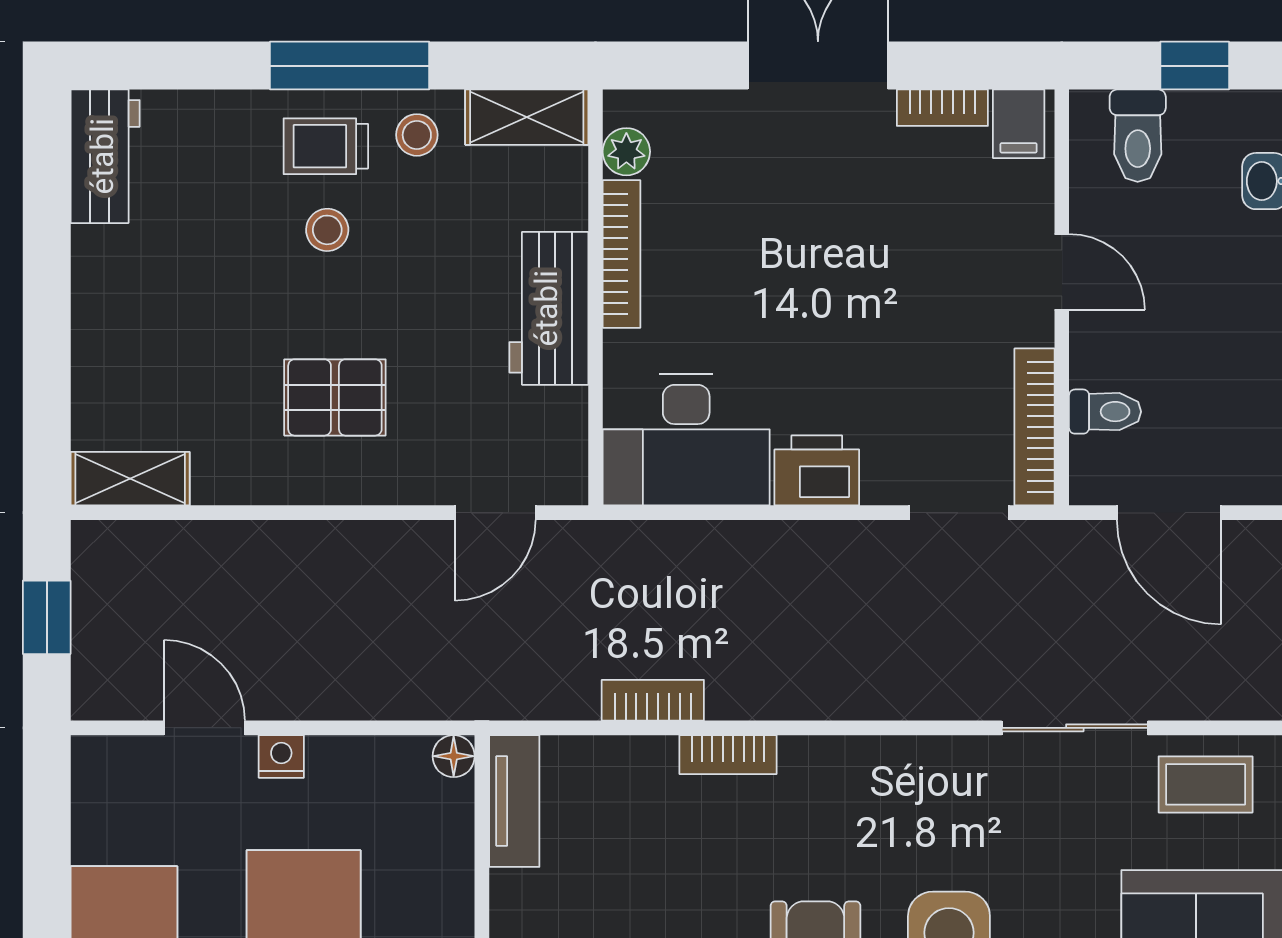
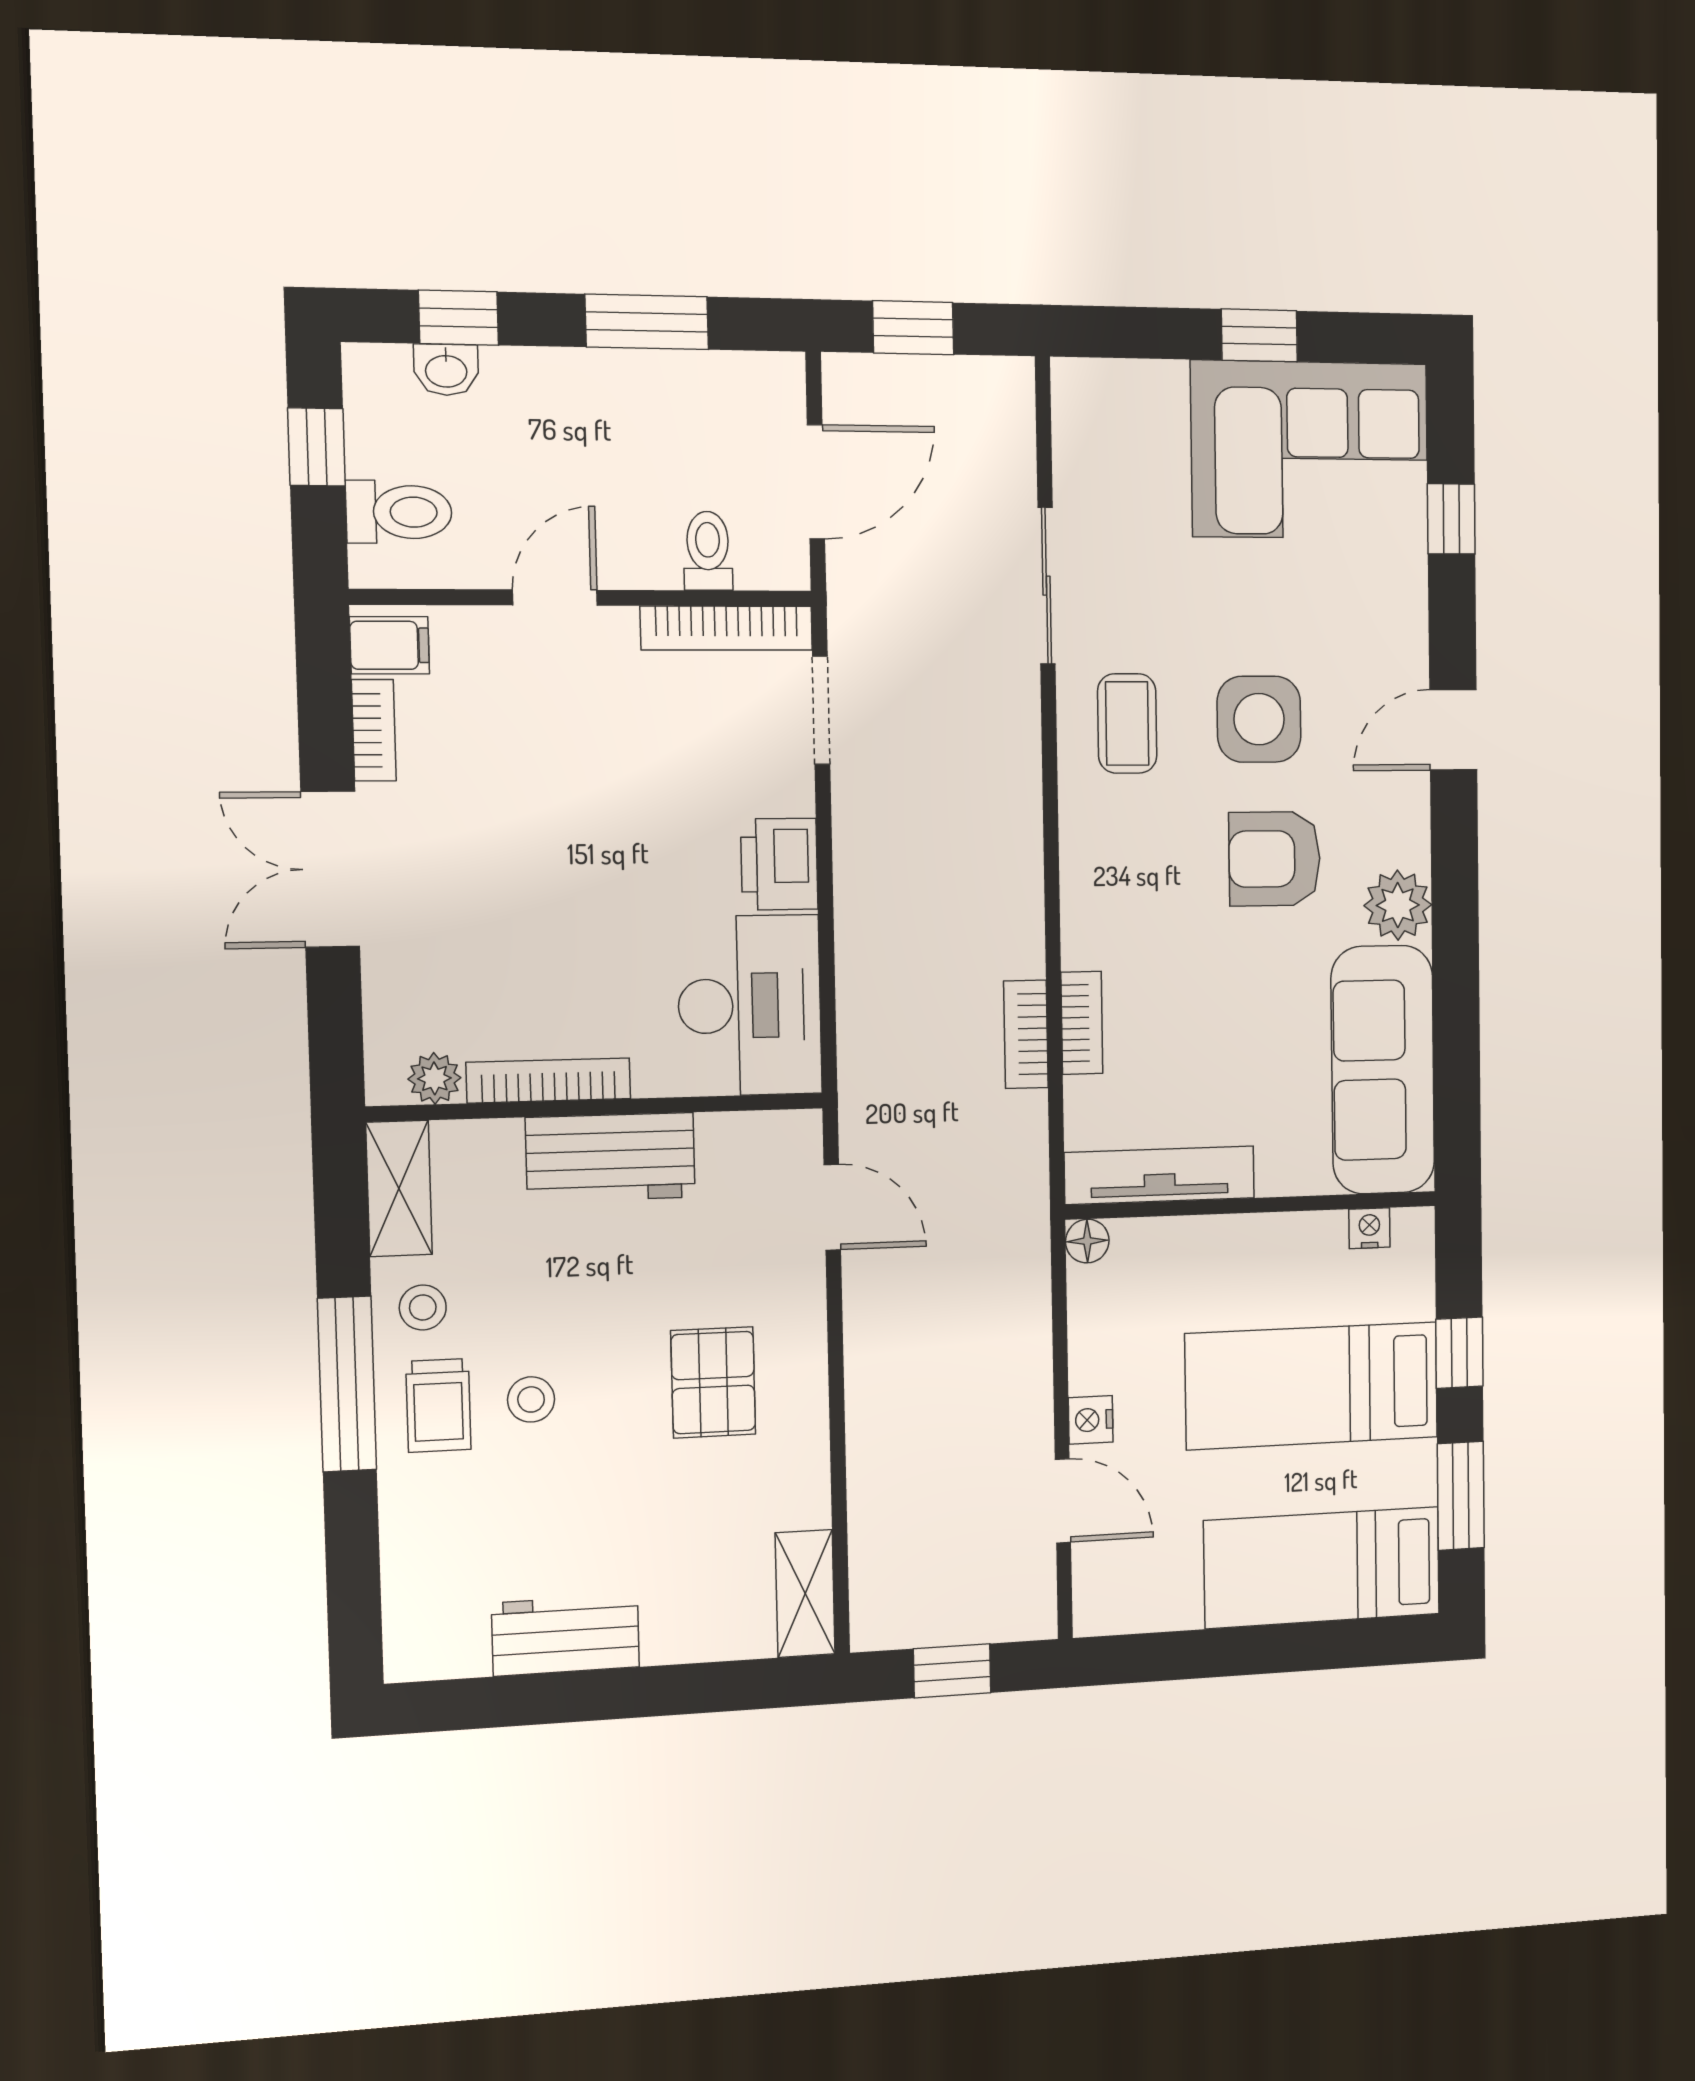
workbench: (105, 156) -> (566, 1635), moved
door: (204, 728) -> (1063, 1501), swing flipped
bookcase: (728, 755) -> (1082, 1023), moved
coffee table: (1206, 784) -> (1127, 723), moved
tv unit: (514, 801) -> (1160, 1175), width x1.41

